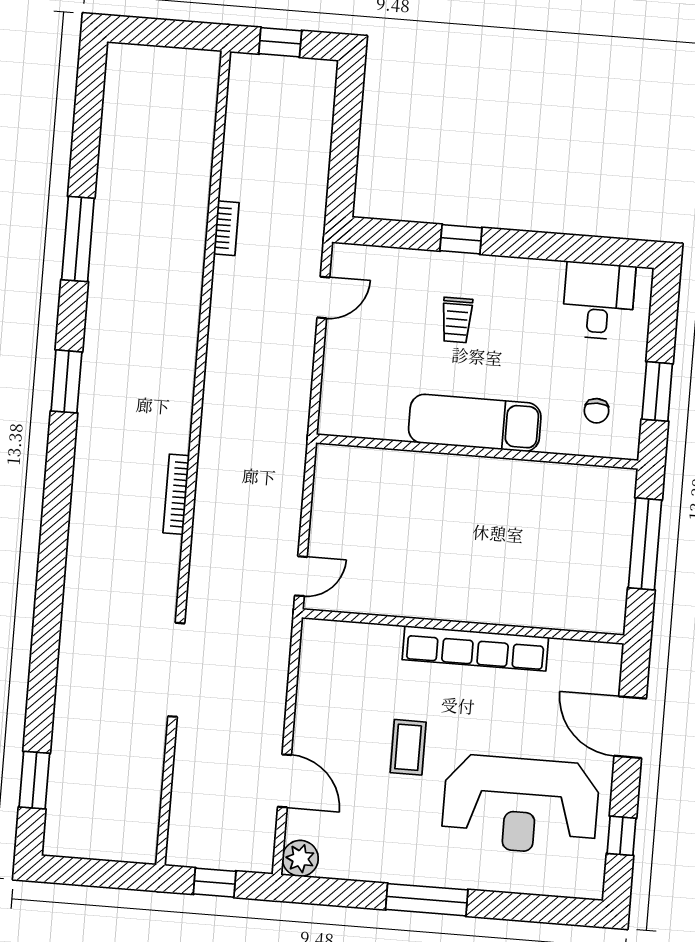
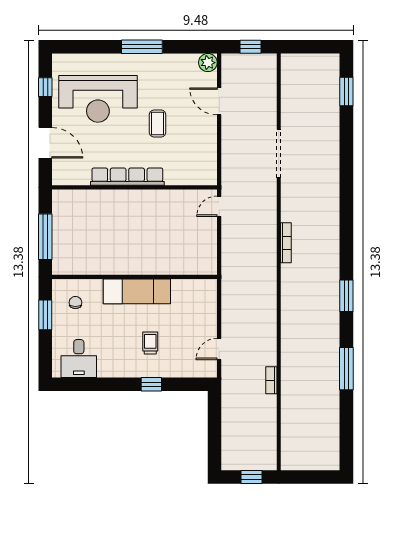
reception desk: (521, 805) -> (98, 99), turned 180

